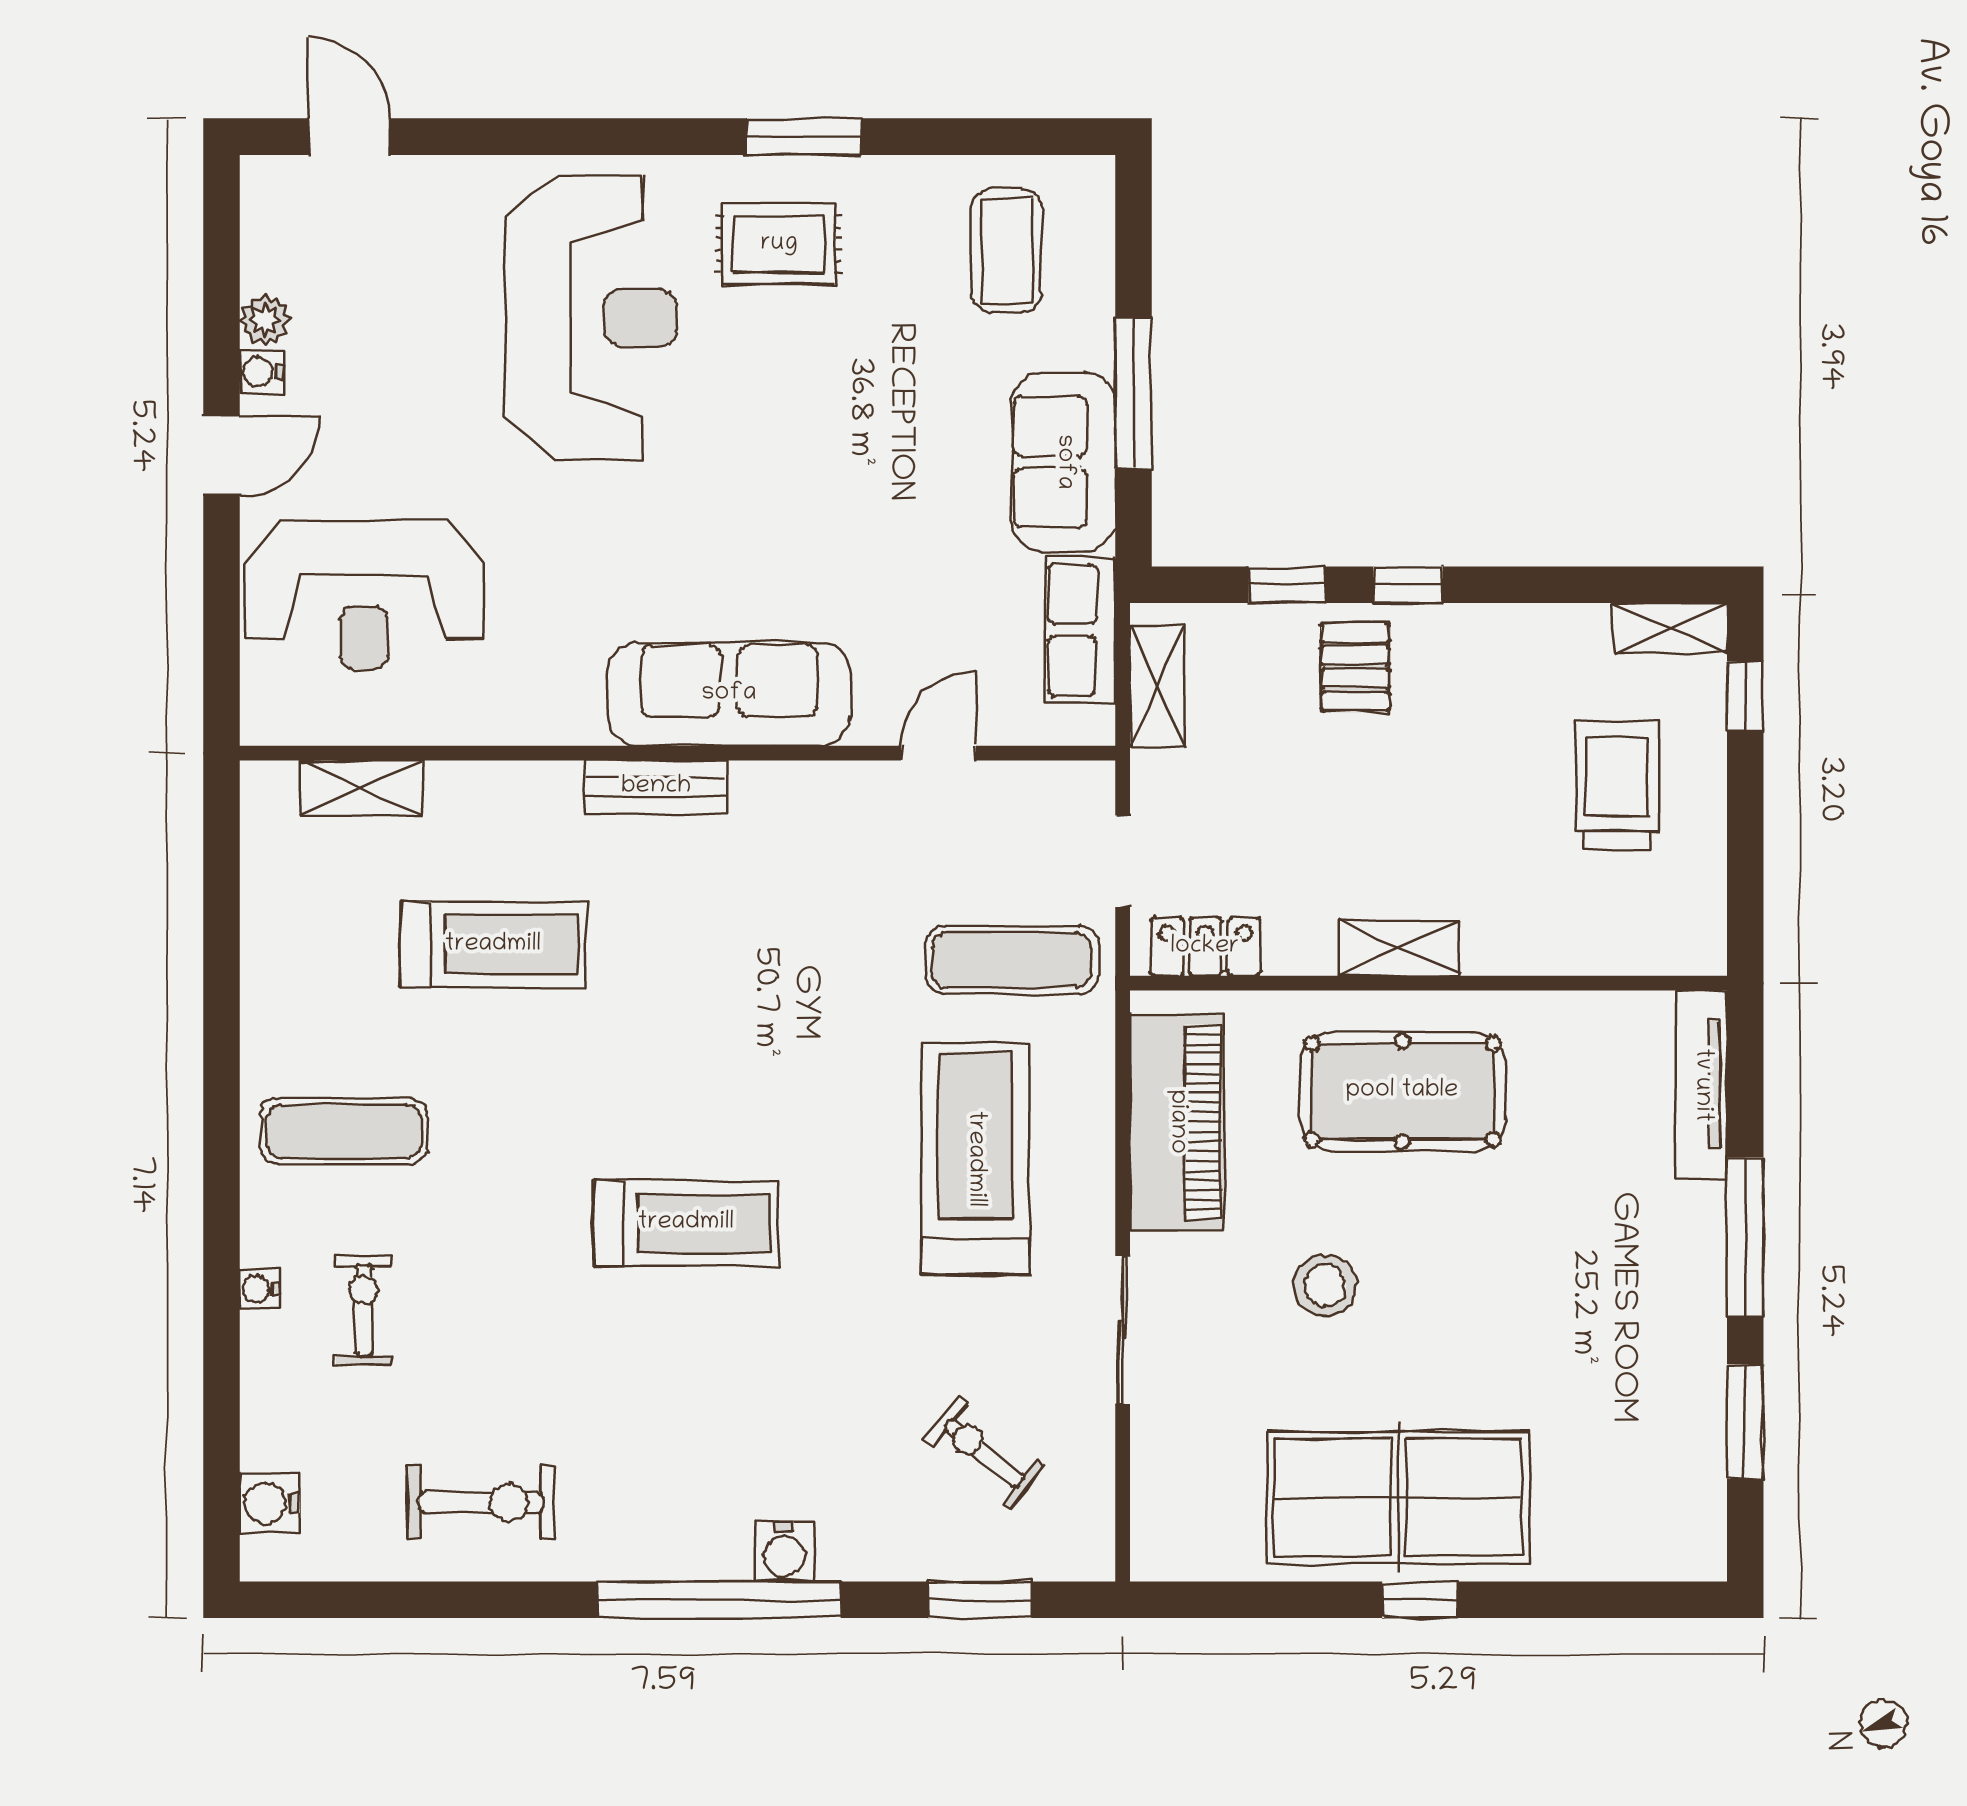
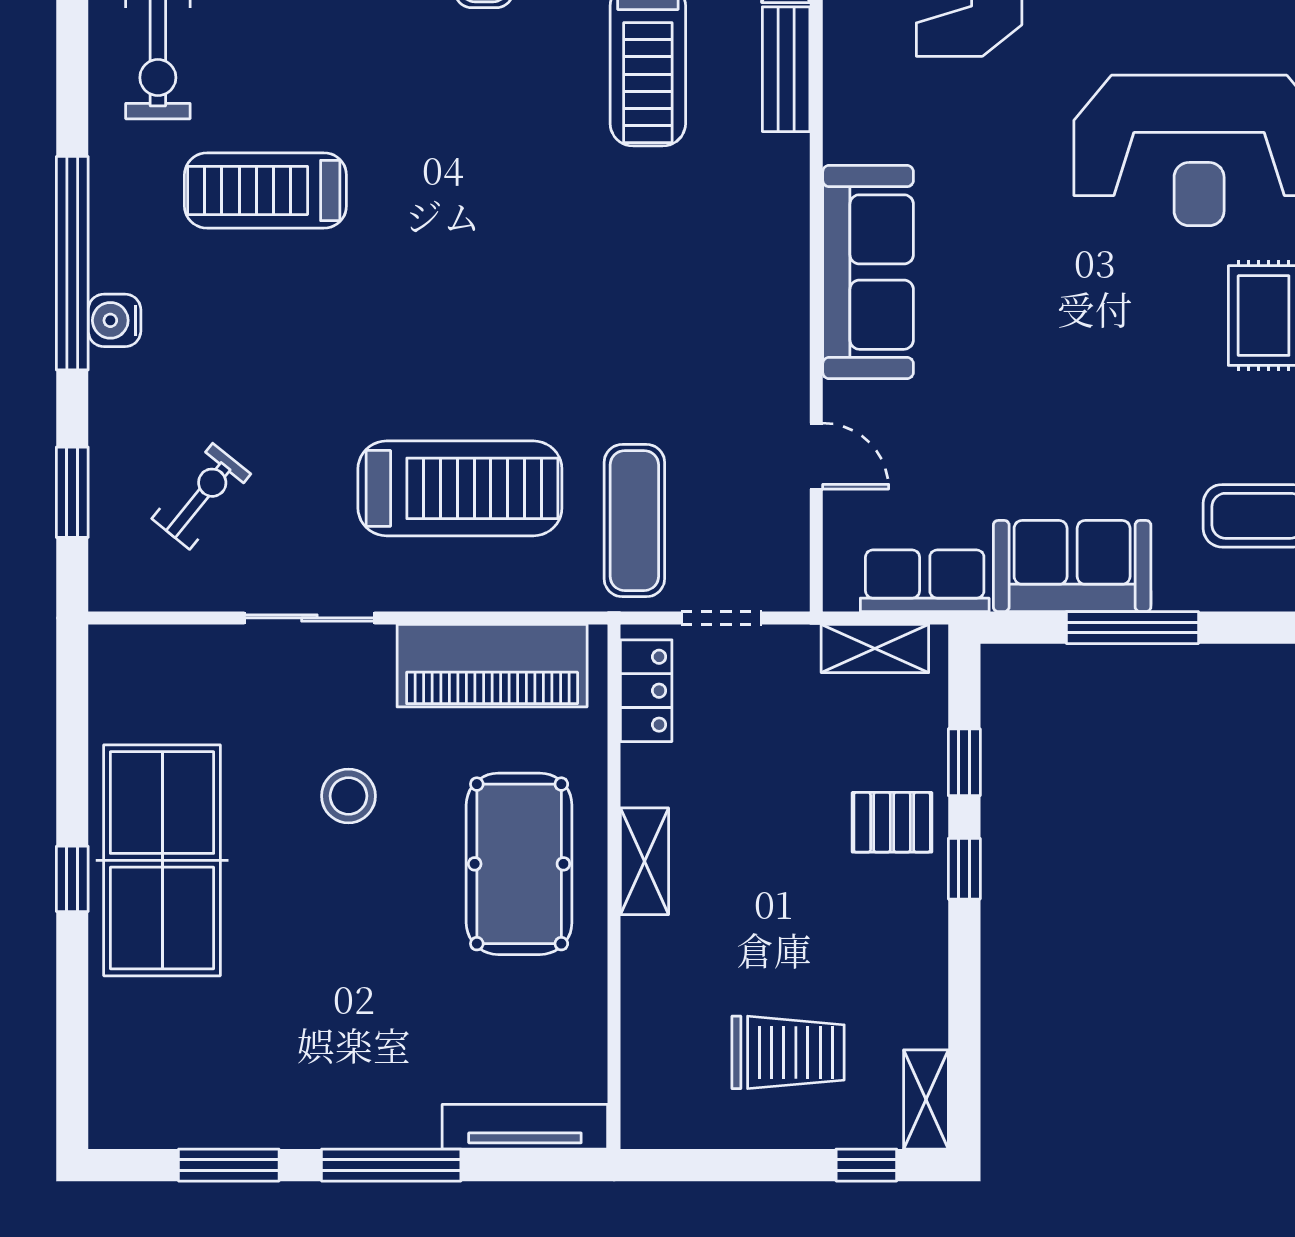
bench: (656, 787) -> (786, 69), moved
treadmill: (686, 1223) -> (265, 190), moved, turned 90

